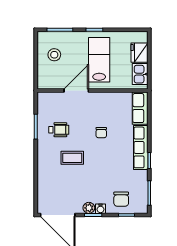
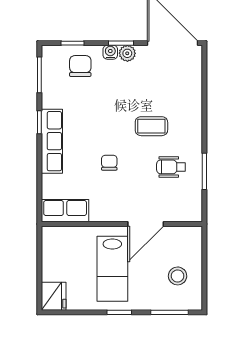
fridge: (139, 53) -> (54, 296), moved
kitchen sink: (140, 74) -> (53, 248), removed
row of seats: (140, 108) -> (65, 211), moved, turned -90

